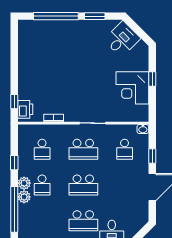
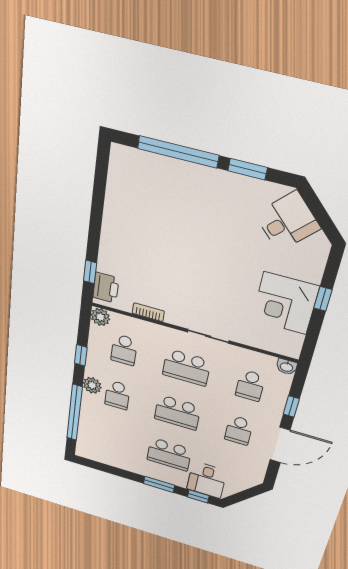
school desk: (125, 185) -> (239, 430), added
plant: (24, 197) -> (100, 317), moved

